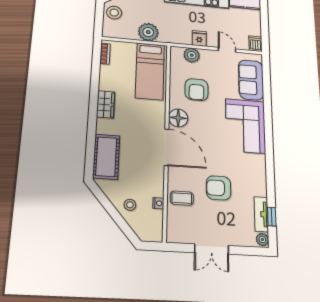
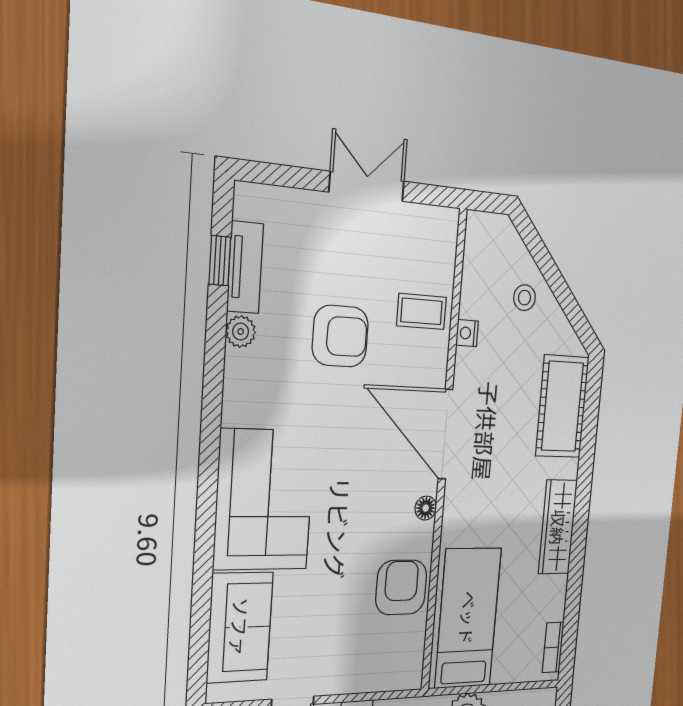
plant: (192, 55) -> (376, 673), removed
armchair: (197, 90) -> (401, 587), moved
wardrobe: (106, 104) -> (558, 527), width x1.50
floor lamp: (178, 118) -> (426, 508), width x0.53, depth x0.53
nightstand: (158, 203) -> (467, 333), moved
plant: (262, 239) -> (241, 332), moved

